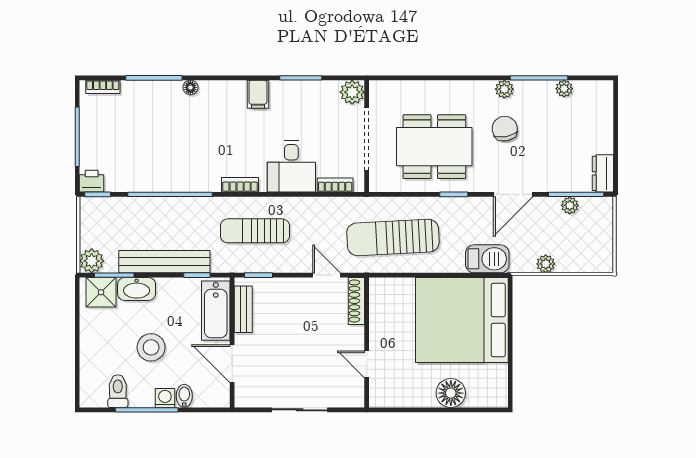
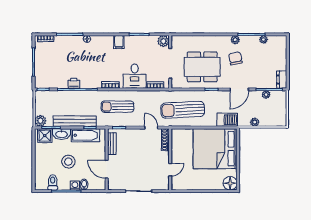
printer: (92, 181) -> (74, 83), moved
bathtub: (216, 311) -> (85, 135), moved, turned -90
door: (367, 364) -> (170, 170), swing flipped
floor lamp: (451, 393) -> (230, 183), moved

